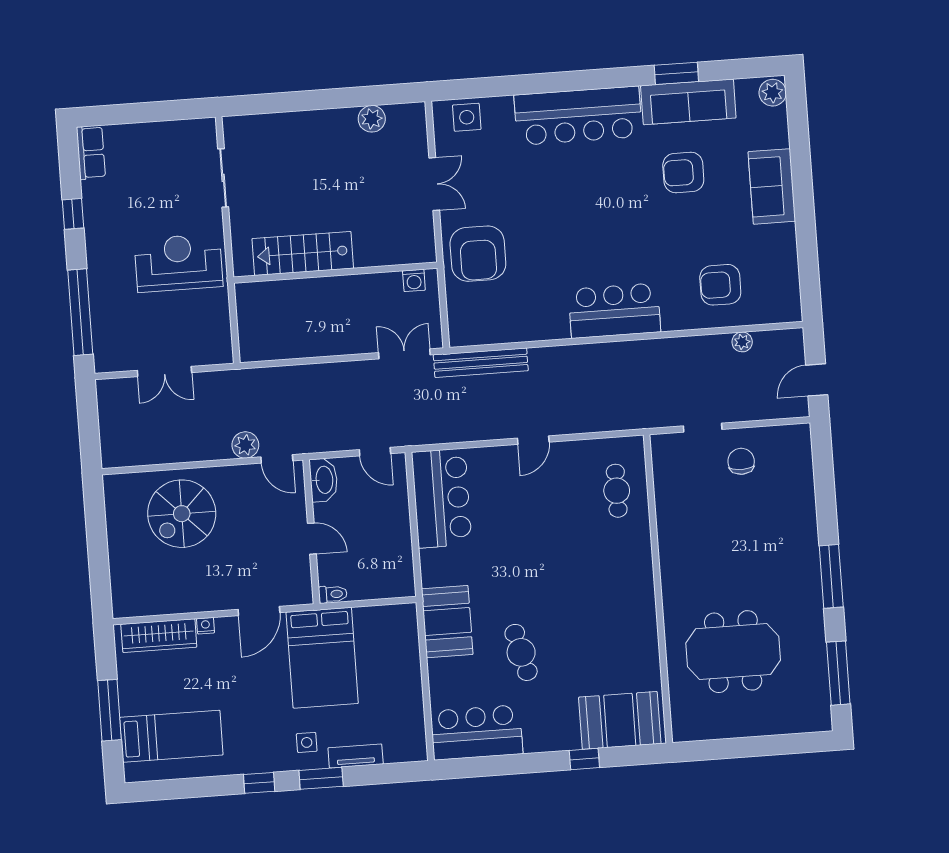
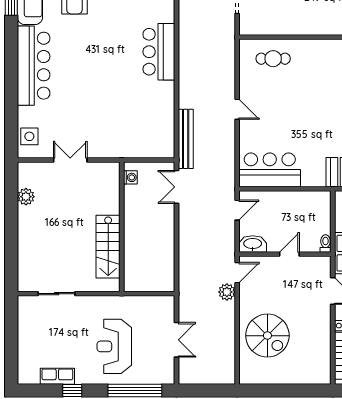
row of seats: (91, 153) -> (57, 376), moved
armchair: (478, 254) -> (116, 136), removed
reception desk: (178, 263) -> (114, 346), moved

